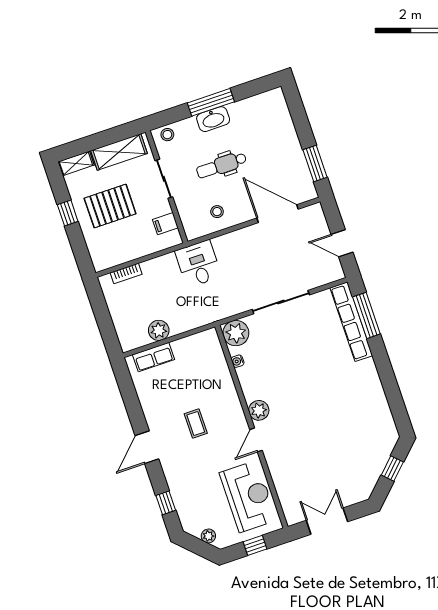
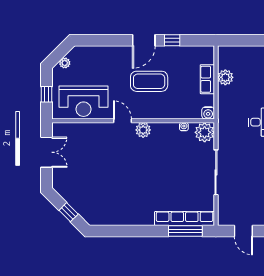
door: (342, 243) -> (243, 231), swing flipped
water cooler: (210, 337) -> (208, 113), added
row of seats: (153, 357) -> (207, 79), moved
coffee table: (196, 423) -> (149, 81), width x1.86, depth x1.72
door: (147, 447) -> (144, 40), swing flipped
window: (166, 503) -> (172, 40), moved

